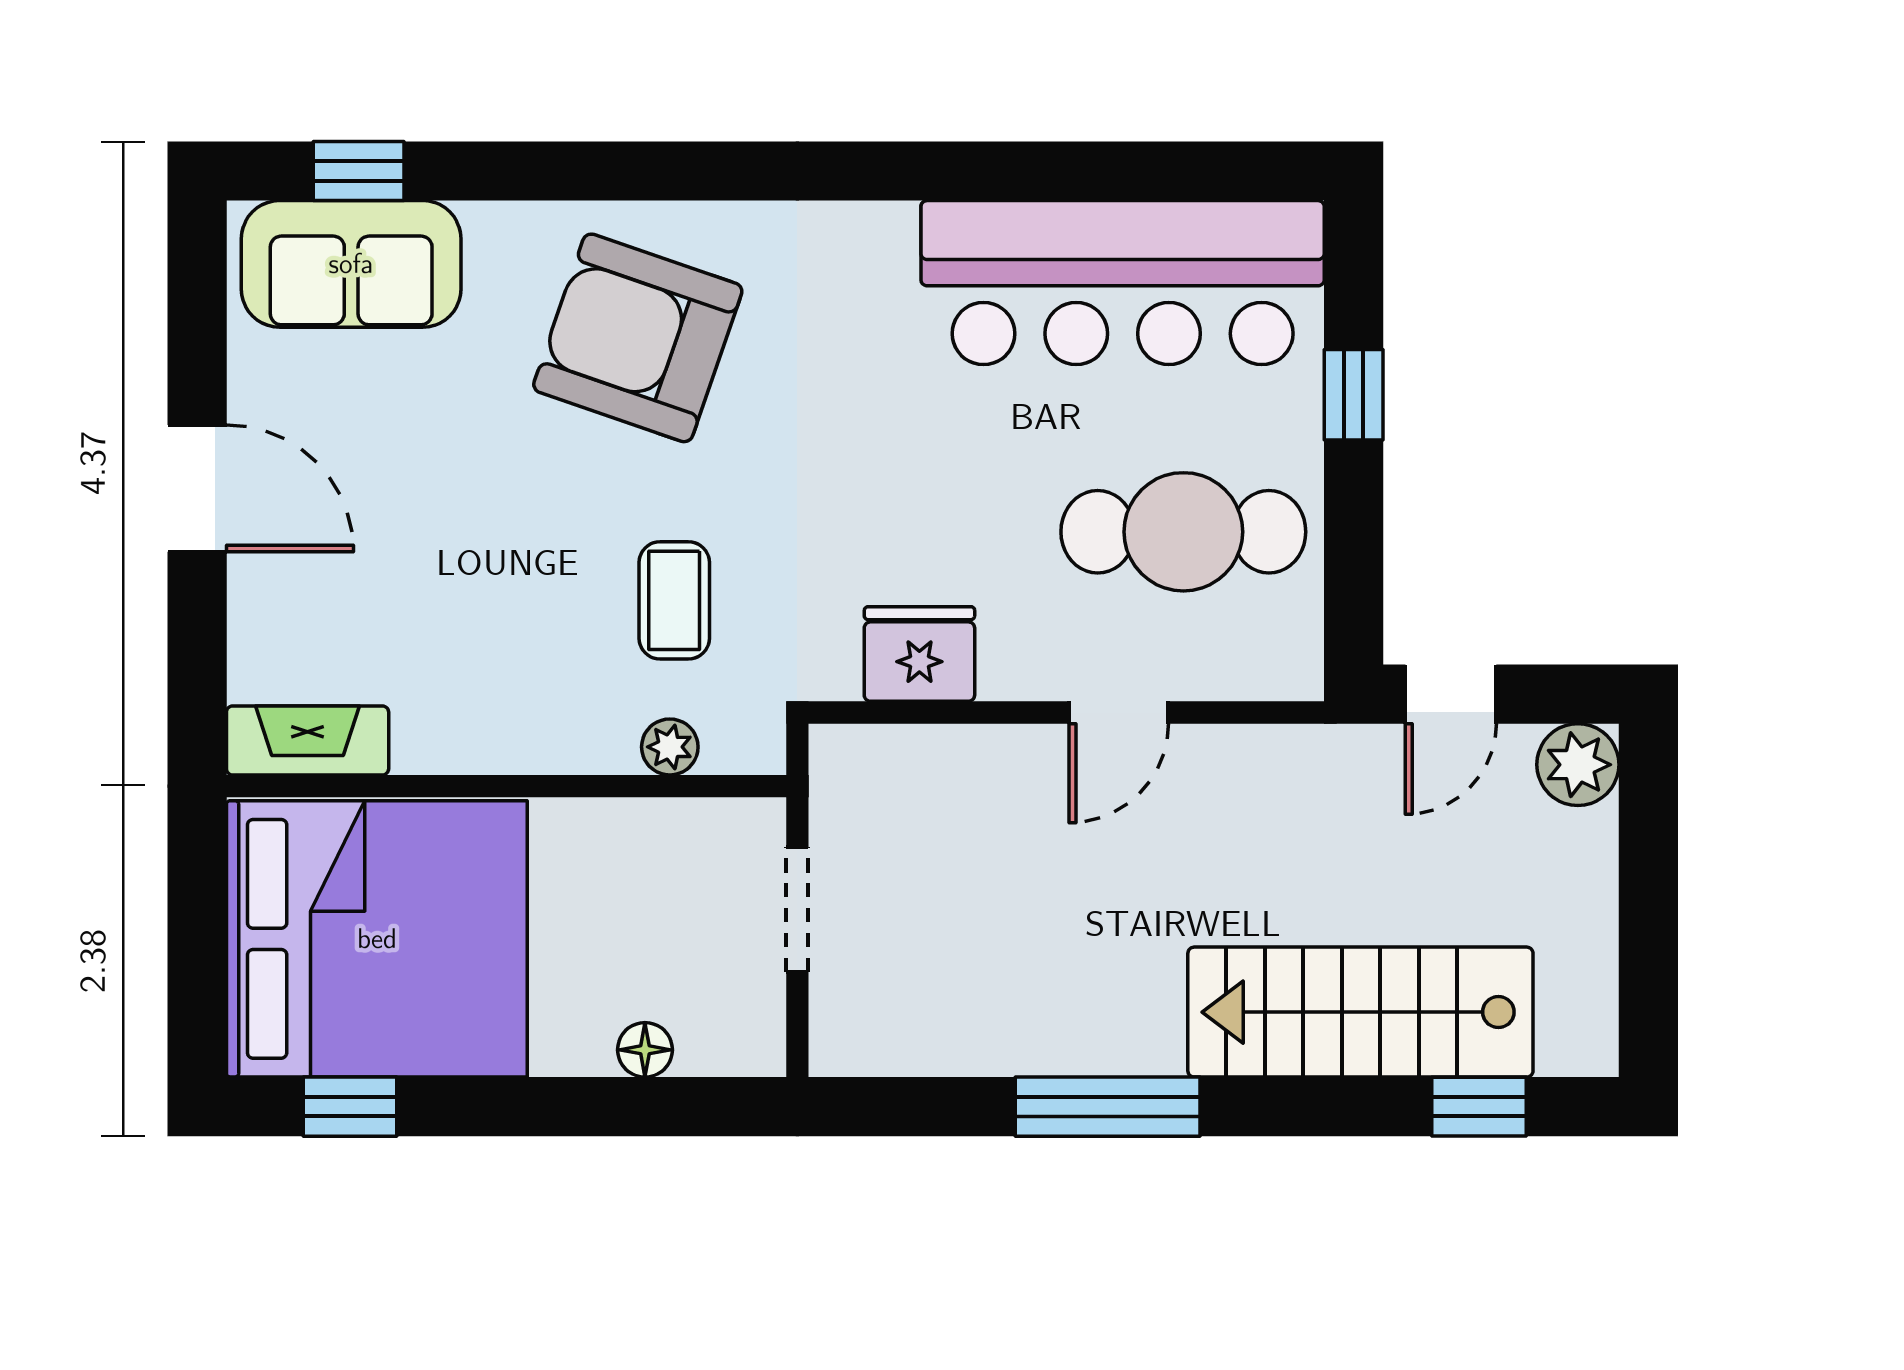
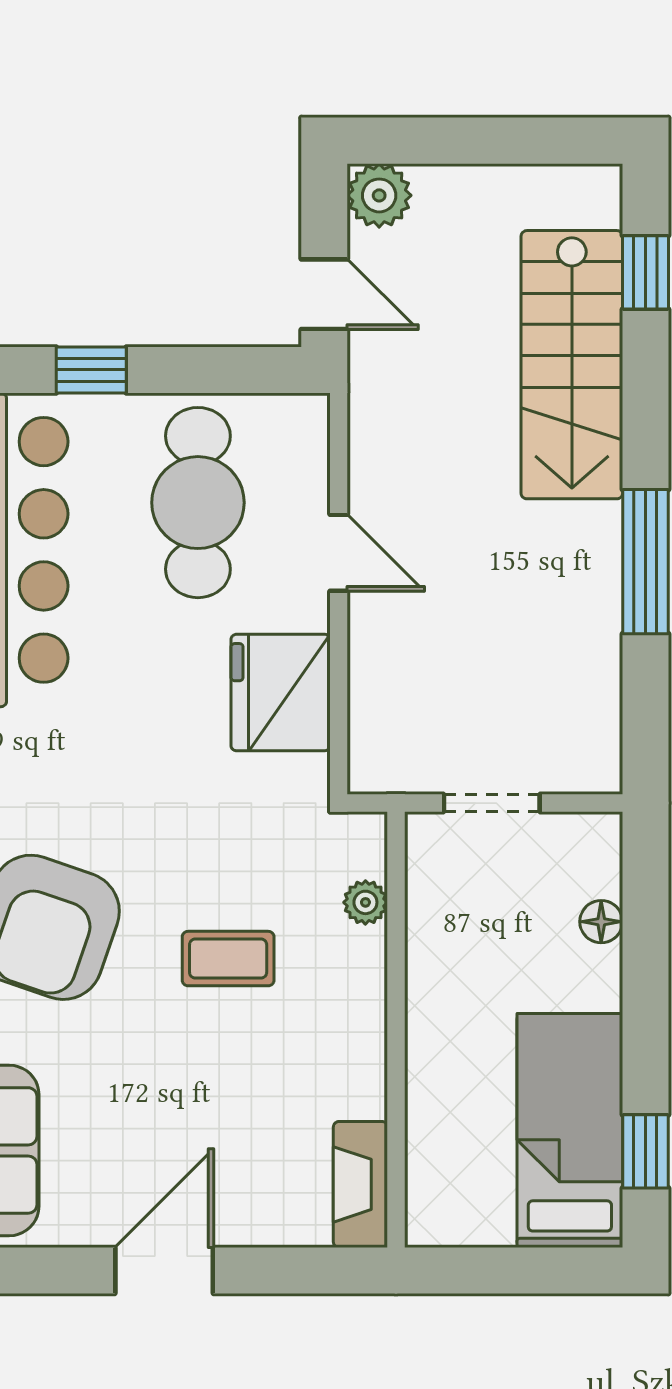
coffee table: (674, 600) -> (228, 959), moved
fridge: (919, 654) -> (281, 693), width x1.36, depth x1.34
bed: (377, 939) -> (570, 1131), width x0.49

